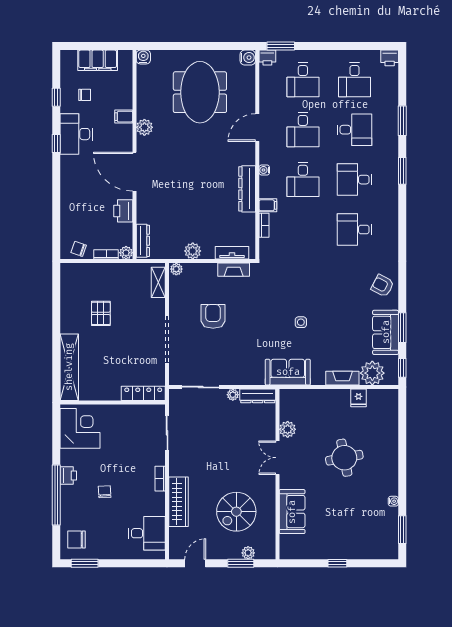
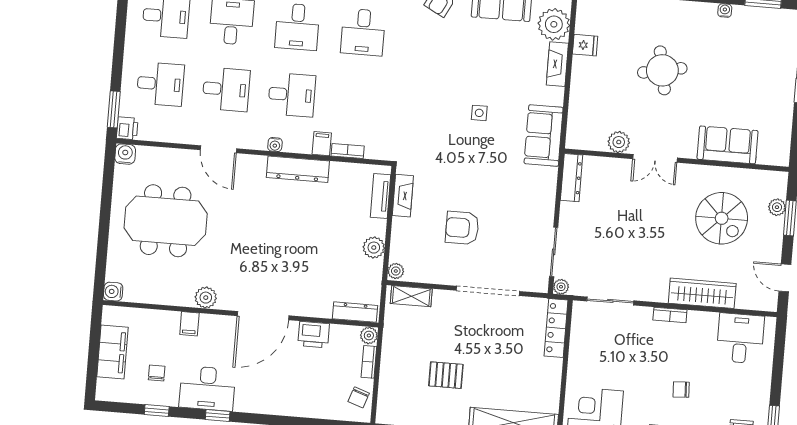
plant: (233, 395) -> (561, 287), moved

